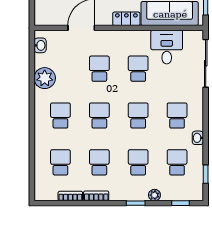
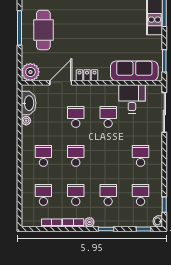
plant: (45, 15) -> (30, 72), added
locker: (126, 19) -> (87, 75), moved
washbasin: (40, 45) -> (29, 103), width x1.91, depth x1.45
plant: (45, 78) -> (26, 121), width x0.53, depth x0.53
school desk: (138, 116) -> (108, 156), removed
washbasin: (198, 138) -> (158, 221), moved
plant: (154, 195) -> (89, 222), moved

